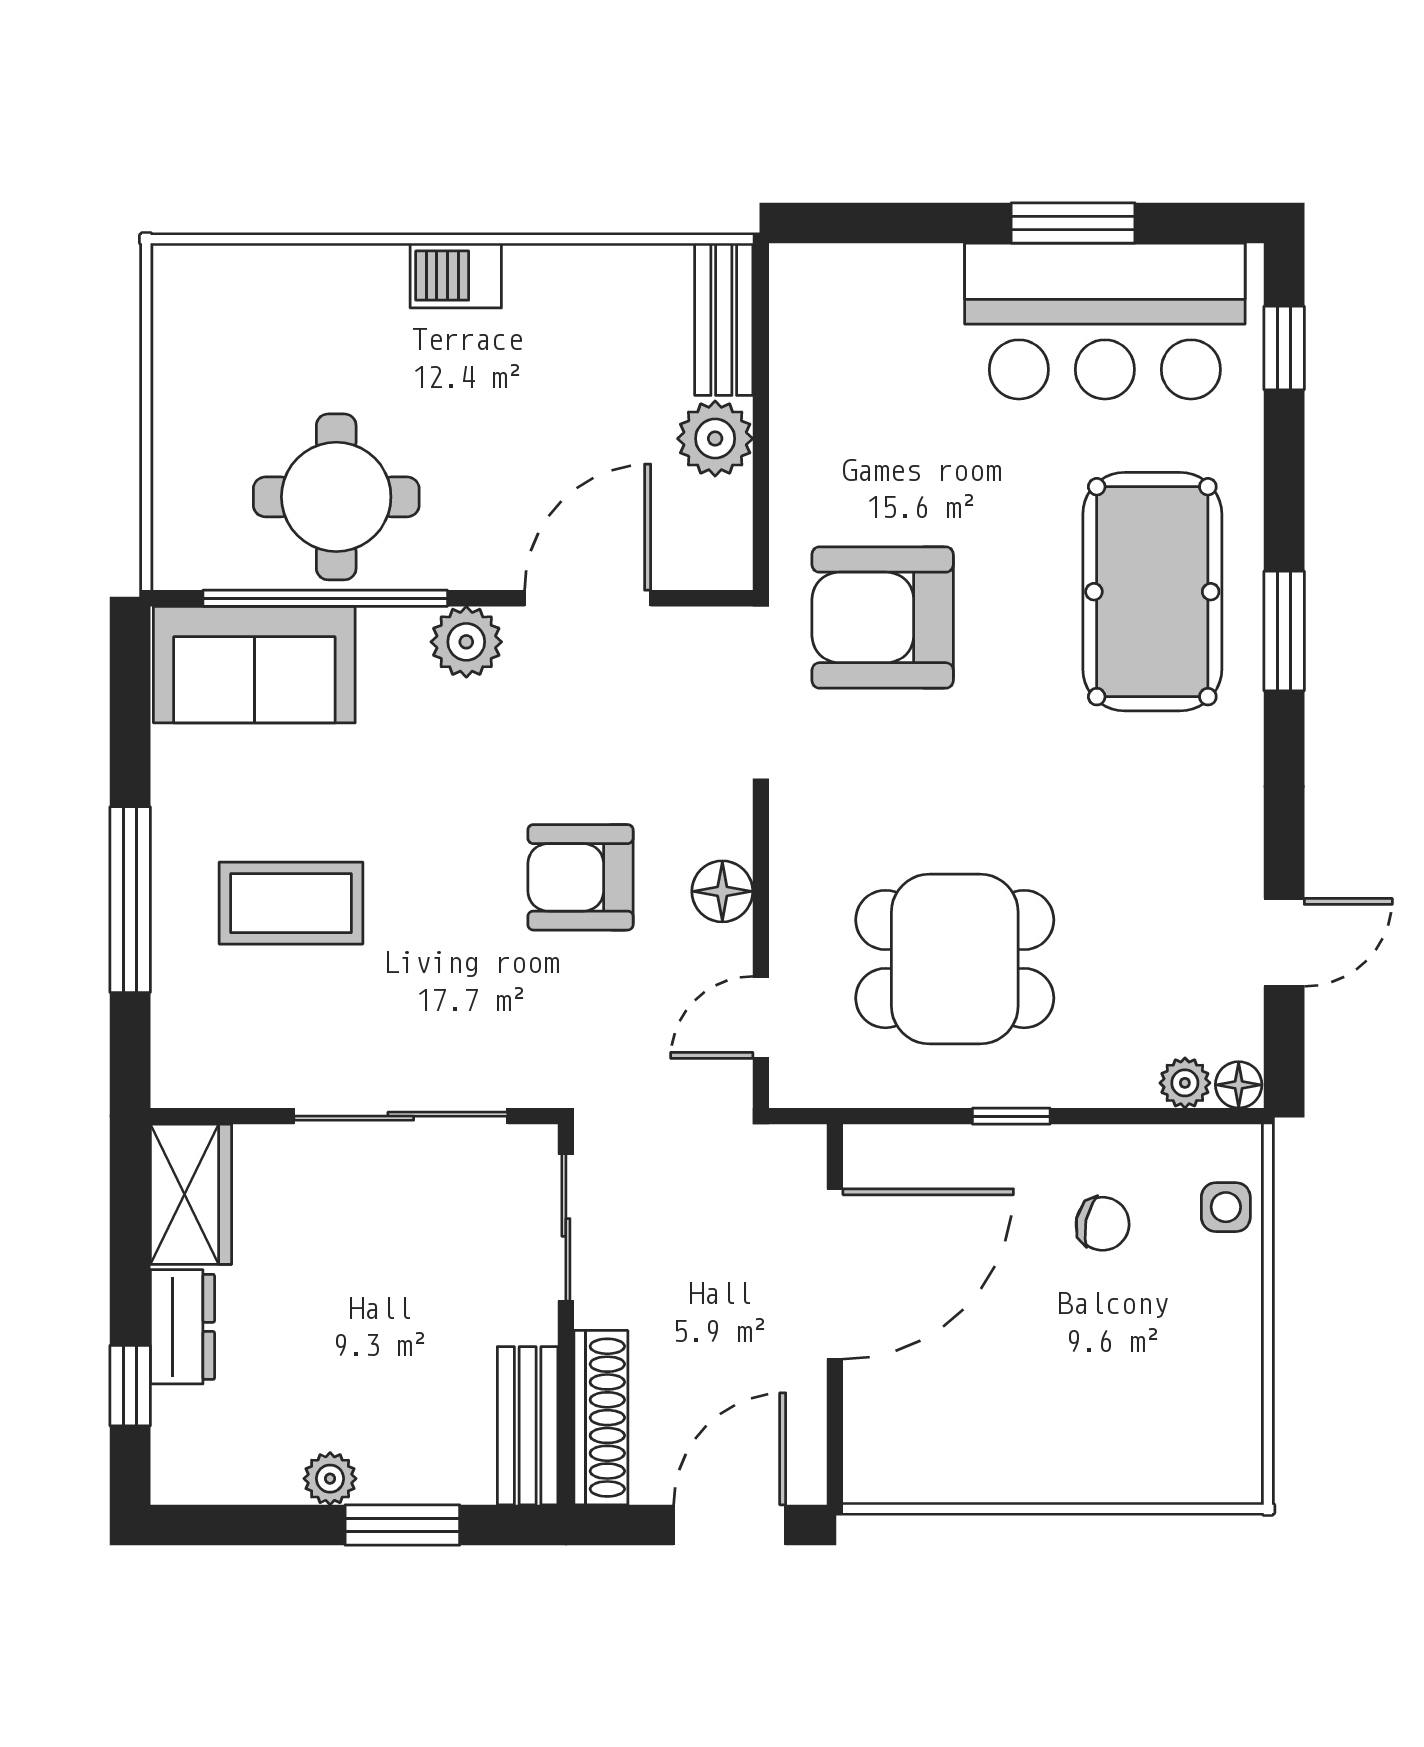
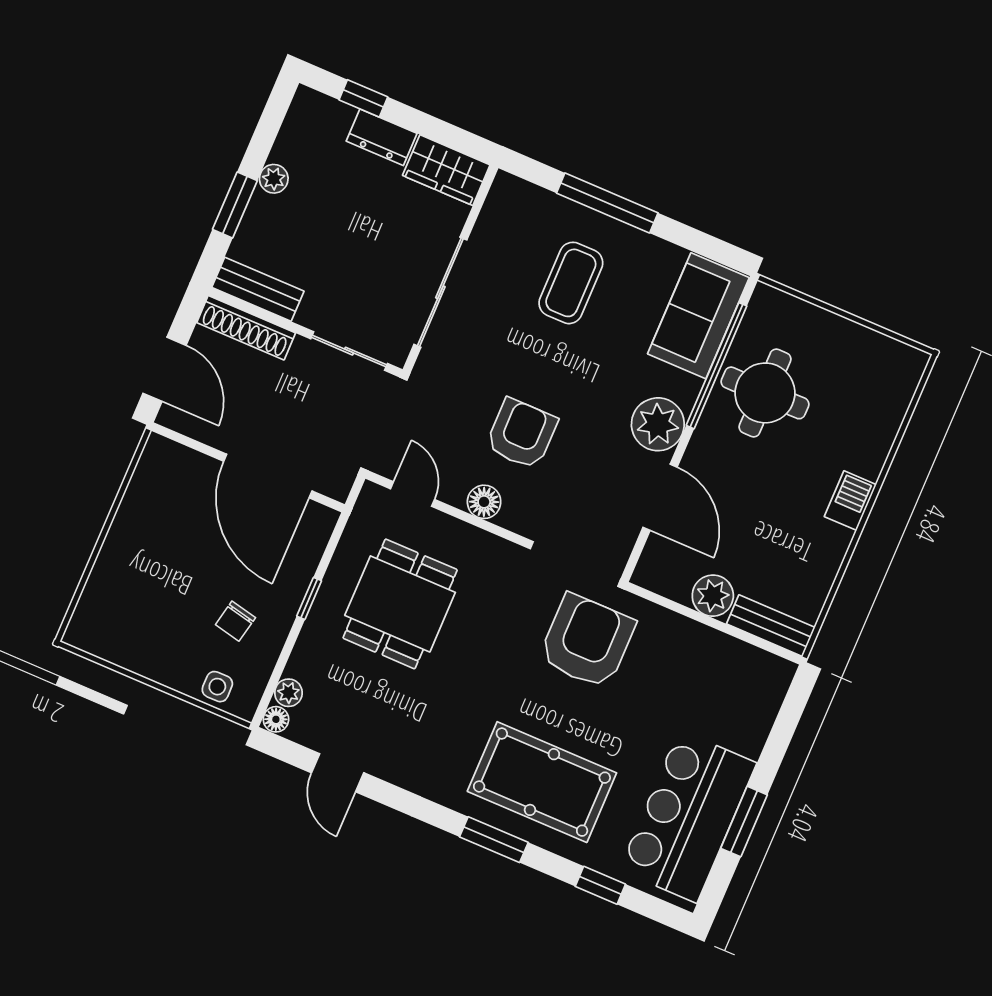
window: (1284, 348) -> (600, 885), moved
plant: (466, 642) -> (658, 424), width x1.36, depth x1.36

